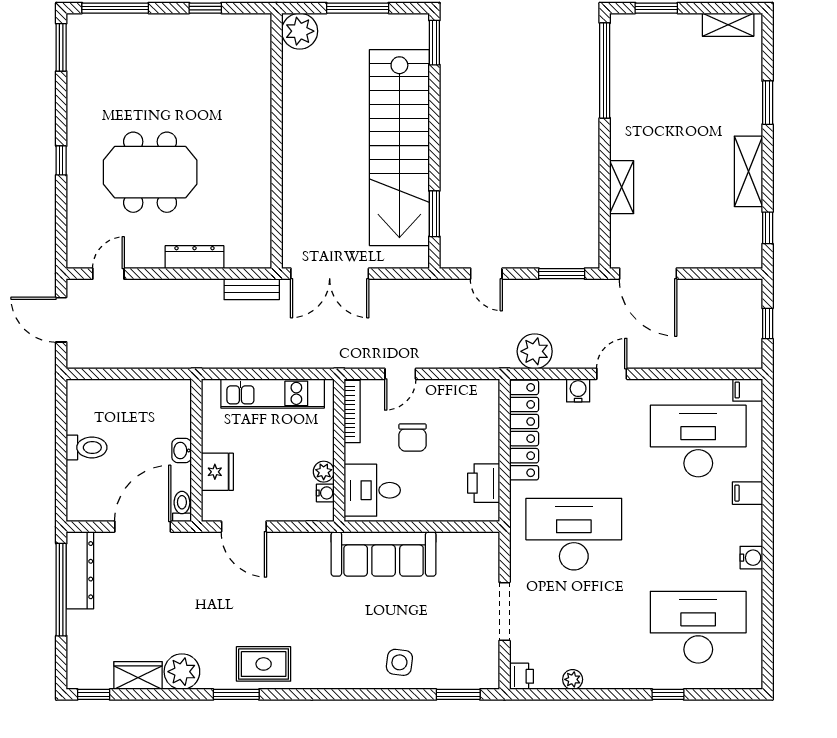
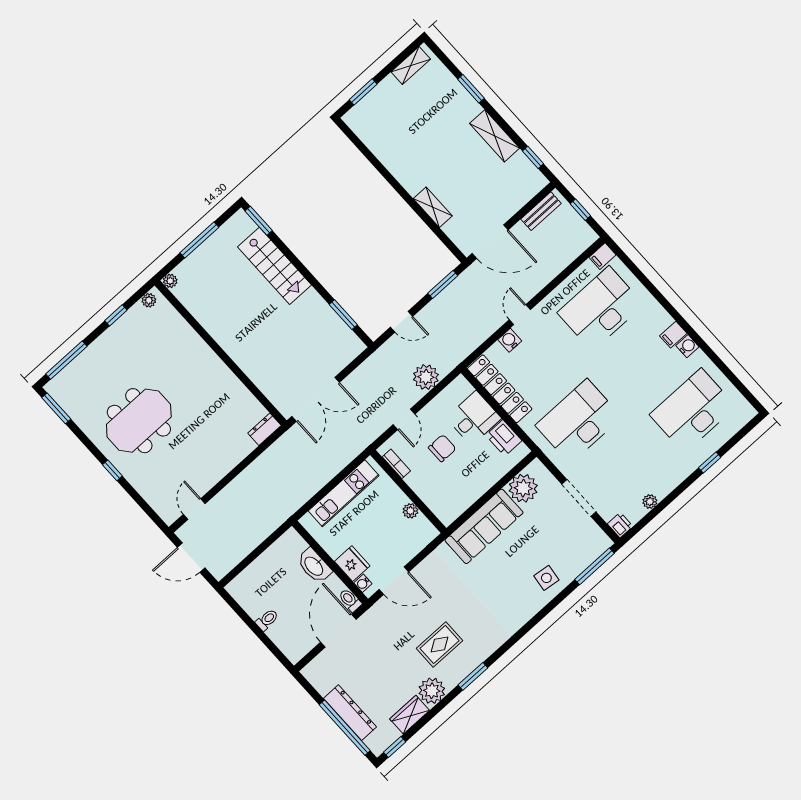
plant: (252, 23) -> (149, 300), added
plant: (300, 31) -> (170, 281), width x0.53, depth x0.53
window: (605, 71) -> (366, 152), removed
stairs: (399, 148) -> (274, 266), width x0.54, depth x0.66
meeting table: (150, 172) -> (139, 421), moved
dresser: (194, 257) -> (264, 429), moved, width x0.70
bench: (252, 289) -> (541, 211), moved
plant: (535, 351) -> (426, 377), moved
bookcase: (352, 412) -> (396, 464), width x0.64
chair: (413, 437) -> (442, 448), turned -90
toilet: (87, 447) -> (267, 620), width x0.73, depth x0.72
washbasin: (182, 451) -> (314, 566), width x1.91, depth x1.45
desk: (372, 490) -> (474, 418), moved, turned 180
water cooler: (325, 493) -> (363, 583), moved, turned 180
filing cabinet: (747, 493) -> (673, 335), moved
plant: (457, 551) -> (523, 488), added
dresser: (80, 570) -> (350, 713), moved
window: (61, 590) -> (345, 728), moved
rug: (264, 664) -> (440, 645), moved
window: (458, 694) -> (595, 566), width x1.44

